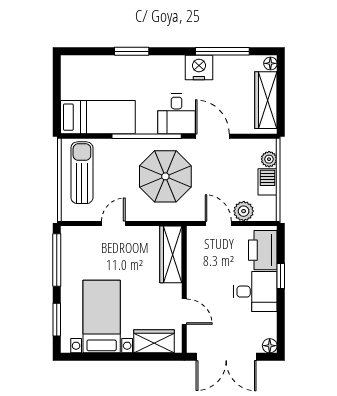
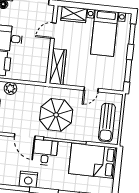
bed: (98, 117) -> (93, 161), width x1.50
door: (218, 223) -> (27, 83), removed
window: (57, 260) -> (128, 71), width x0.69
door: (184, 312) -> (53, 31), hinge flipped

